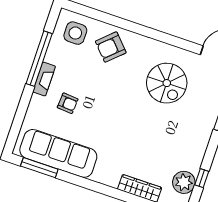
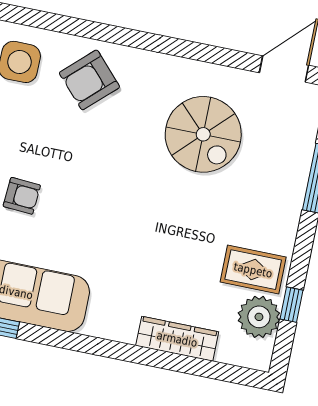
rug: (184, 157) -> (253, 270), added

